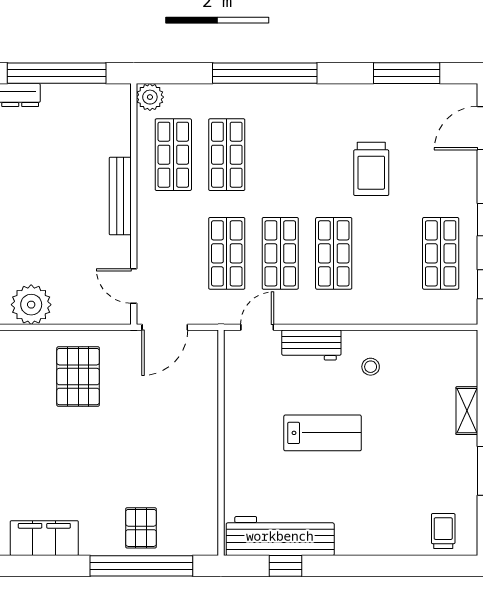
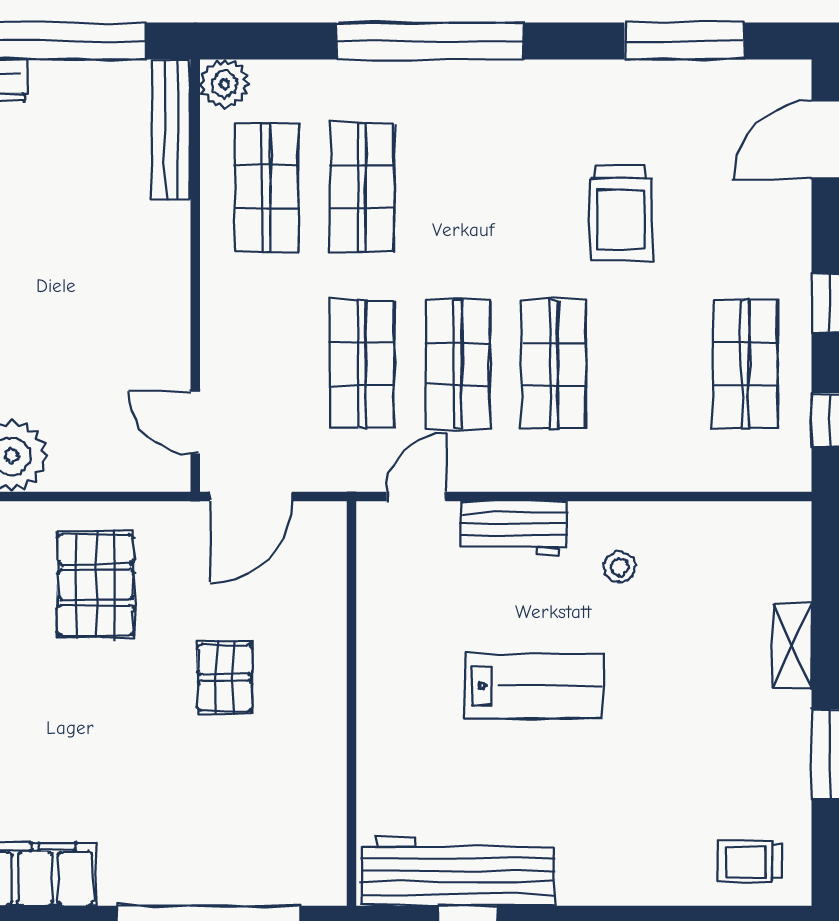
bench: (120, 196) -> (171, 129), moved
pallet: (141, 528) -> (225, 678), moved
trolley: (443, 531) -> (750, 862), turned -90

